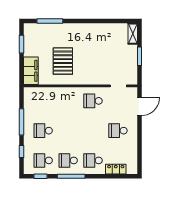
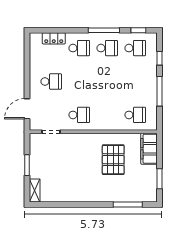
school desk: (43, 131) -> (135, 115), moved

